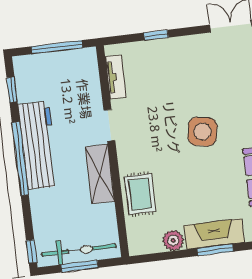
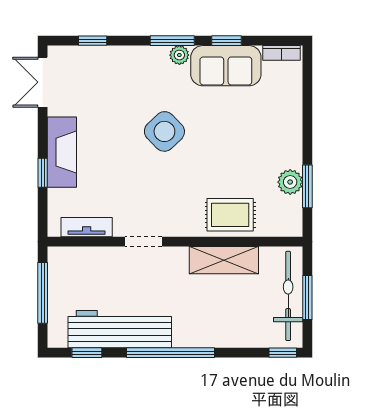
side table: (202, 132) -> (164, 131), turned 36
workbench: (38, 145) -> (120, 329), moved
shelving: (100, 174) -> (224, 260), moved
fireplace: (214, 234) -> (62, 152), moved, turned 180
window: (215, 250) -> (307, 186), moved

